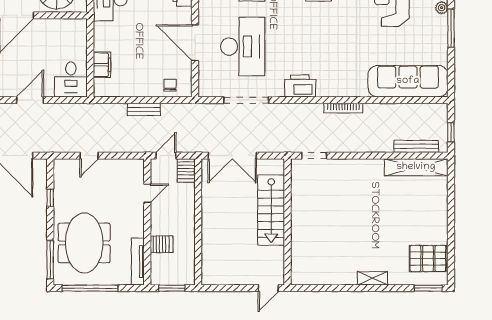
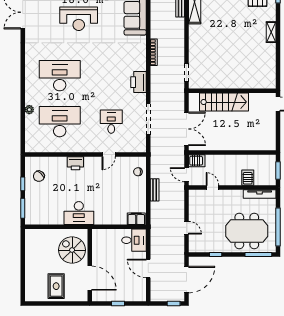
door: (195, 43) -> (109, 155), width x0.53
desk: (243, 47) -> (111, 122), width x0.53, depth x0.77
filing cabinet: (102, 65) -> (136, 219), moved

